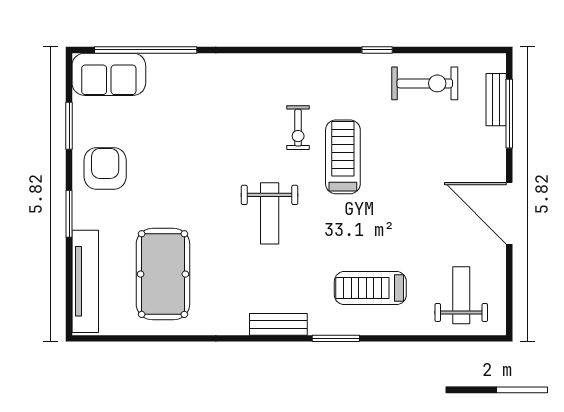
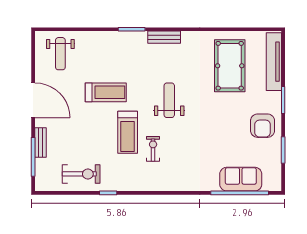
sofa: (109, 74) -> (241, 179), moved
exercise bike: (425, 83) -> (81, 174), turned 180
bench: (496, 100) -> (41, 143), moved
treadmill: (370, 288) -> (106, 92), moved

